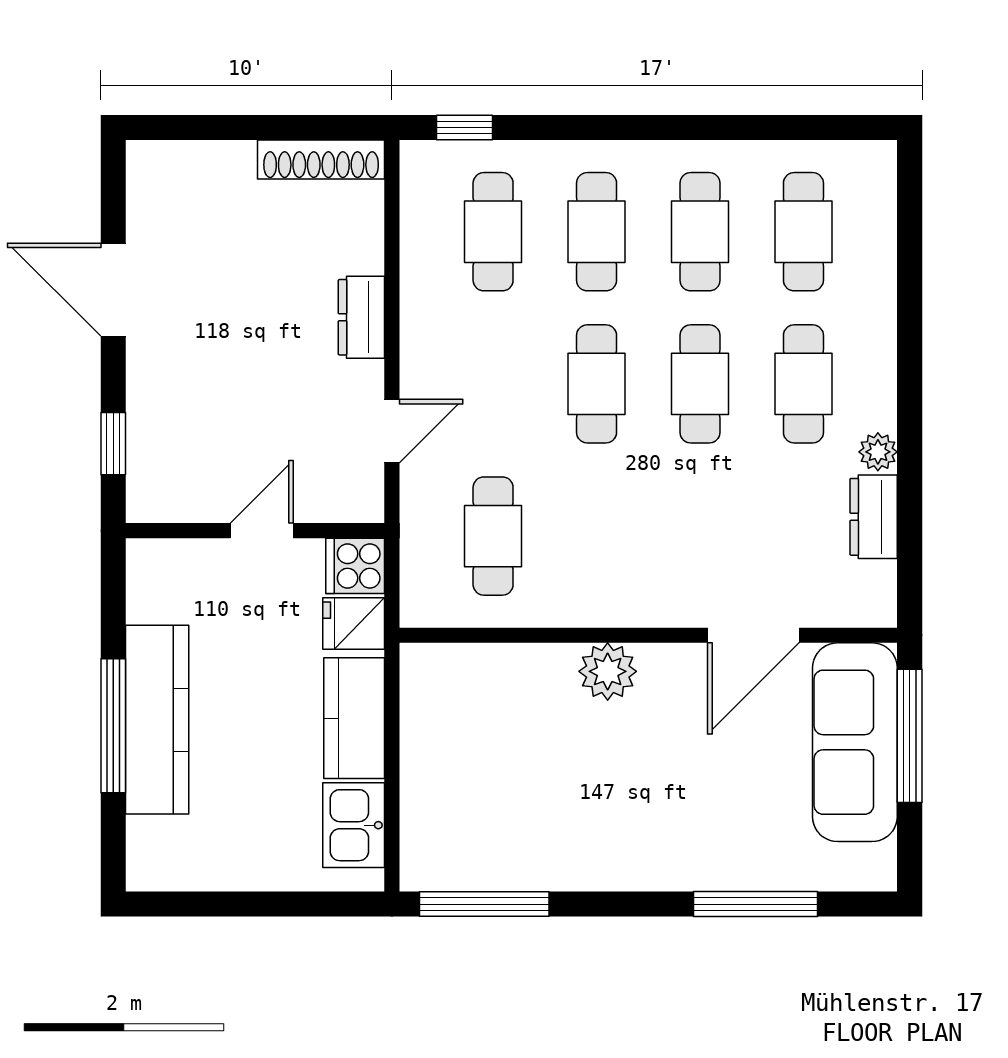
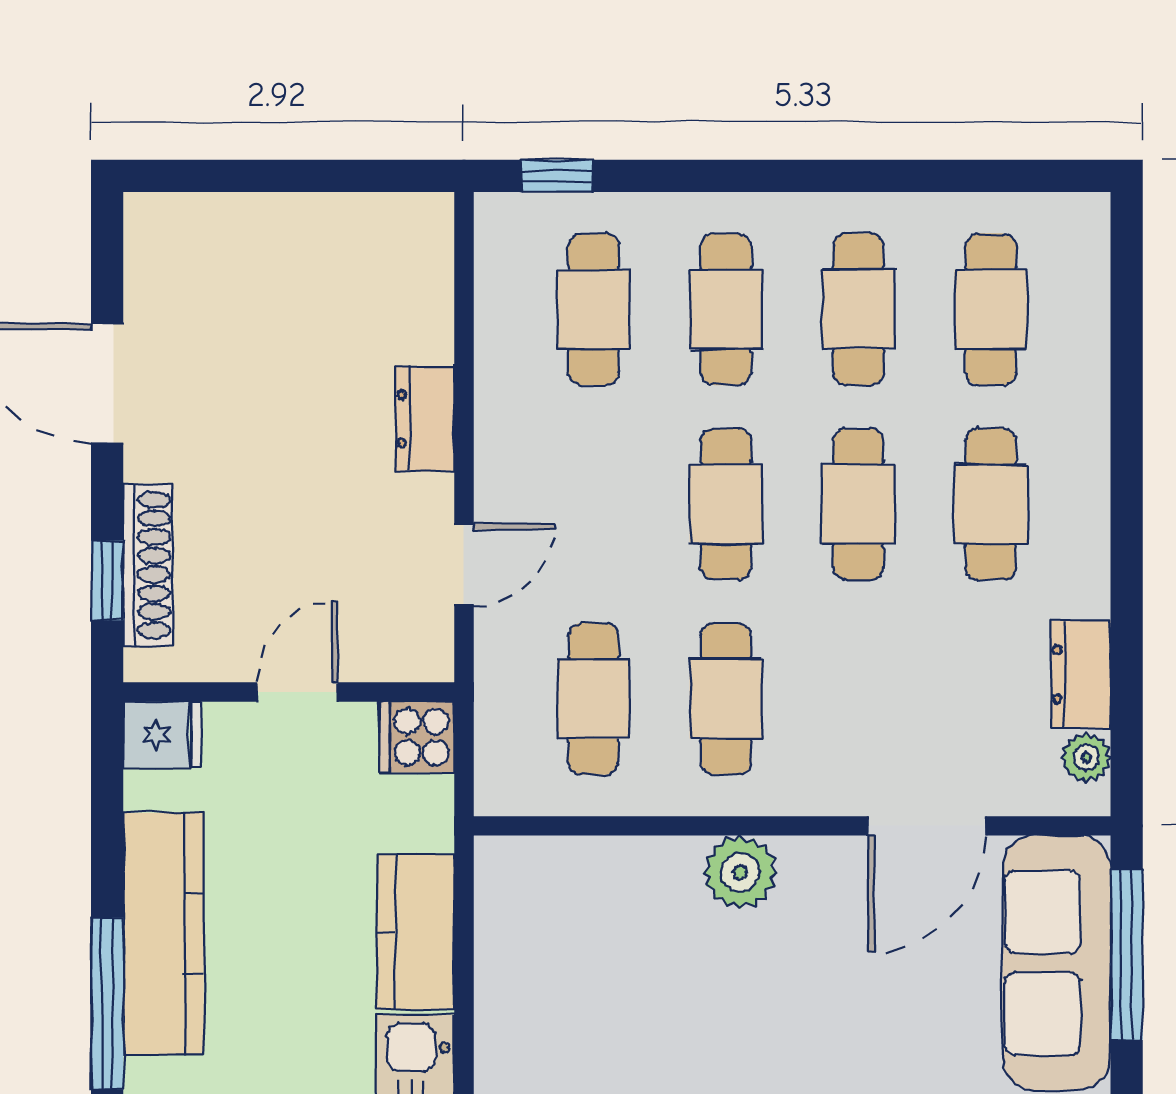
shoe rack: (321, 160) -> (148, 565), moved, turned -90
plant: (878, 452) -> (1086, 757), moved
cafe table: (597, 536) -> (726, 699), added
fridge: (354, 624) -> (162, 735), moved, turned 180
window: (113, 726) -> (107, 1004), moved

